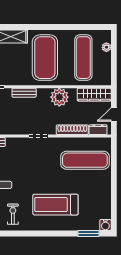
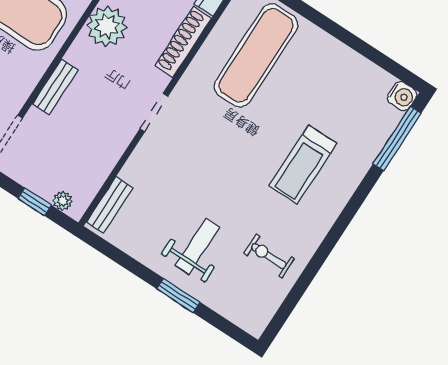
treadmill: (55, 205) -> (303, 165), width x0.73, depth x0.73
window: (88, 234) -> (397, 138), width x1.44

